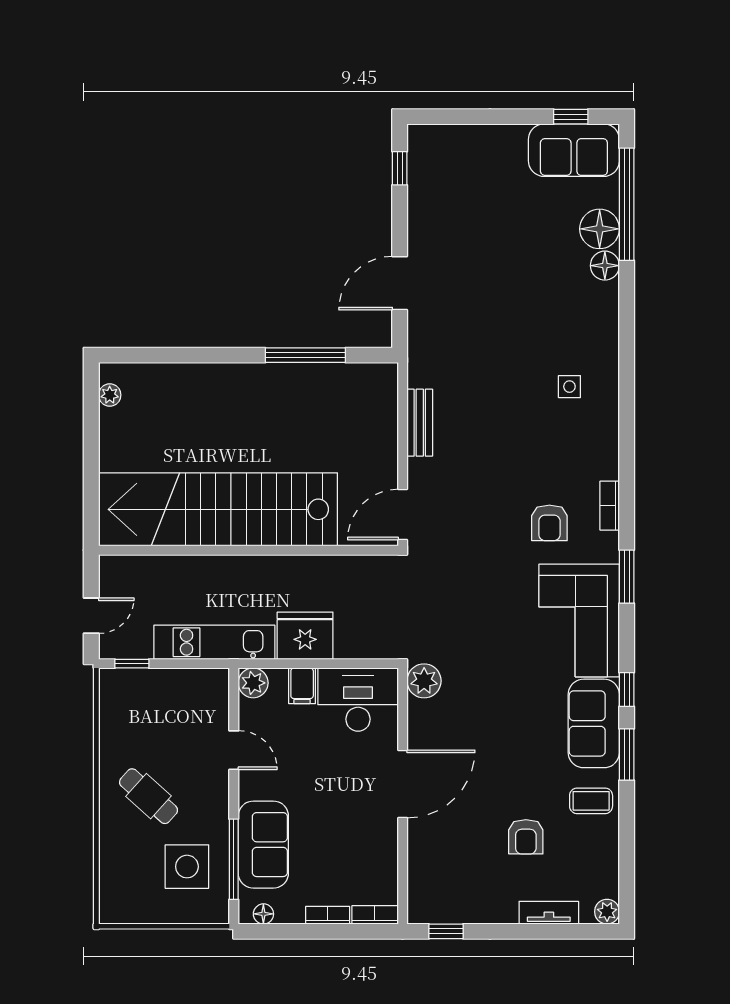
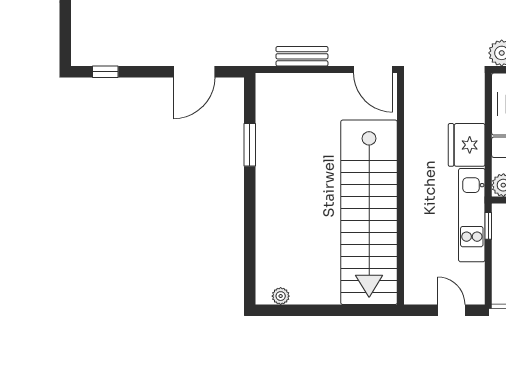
door: (400, 283) -> (194, 72), hinge flipped
window: (305, 355) -> (250, 145), width x0.69
window: (132, 664) -> (488, 226), moved

